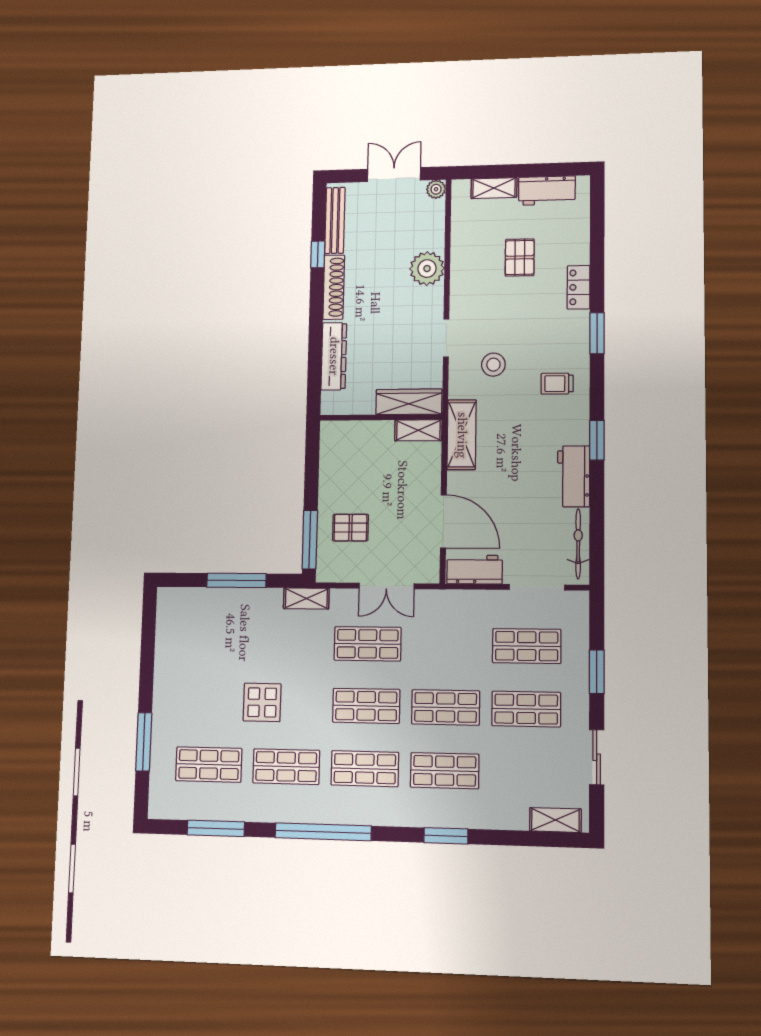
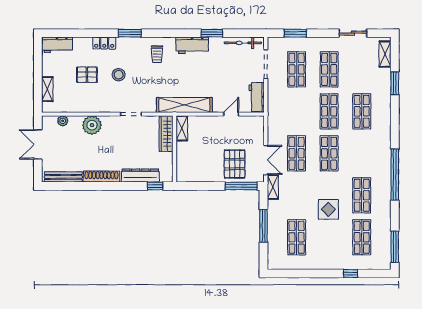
plant: (436, 189) -> (63, 121), moved
workbench: (547, 191) -> (57, 45), moved, turned 90
window: (318, 254) -> (155, 186), moved
stool: (493, 365) -> (119, 75), moved
shelving: (462, 435) -> (184, 105), width x1.47
window: (597, 440) -> (212, 33), moved
workbench: (574, 476) -> (192, 45), moved
door: (443, 522) -> (231, 114), width x0.53
pallet: (350, 528) -> (235, 164), width x1.50, depth x1.42
double door: (387, 586) -> (266, 160), moved
window: (597, 672) -> (295, 33), moved
window: (144, 742) -> (351, 273), width x0.46
shop shelf: (365, 769) -> (297, 237), moved
window: (216, 828) -> (395, 247), moved
window: (446, 836) -> (395, 83), moved

